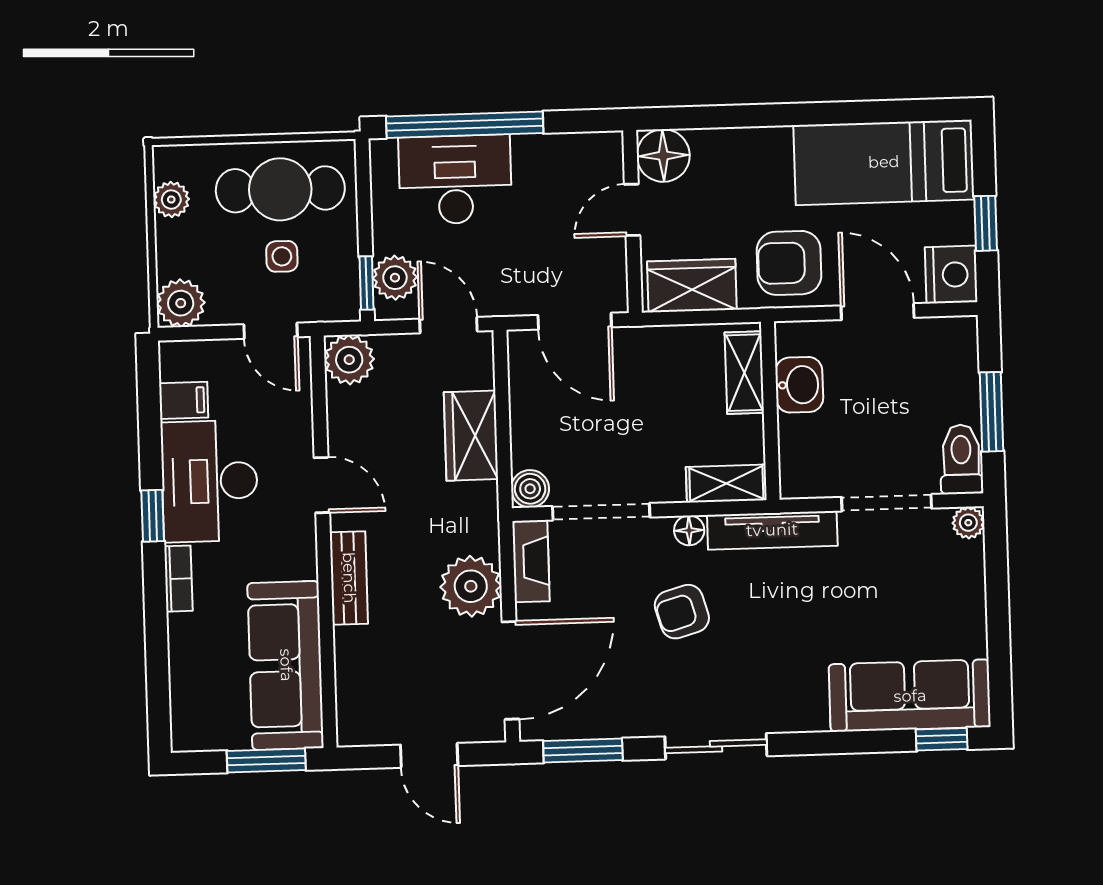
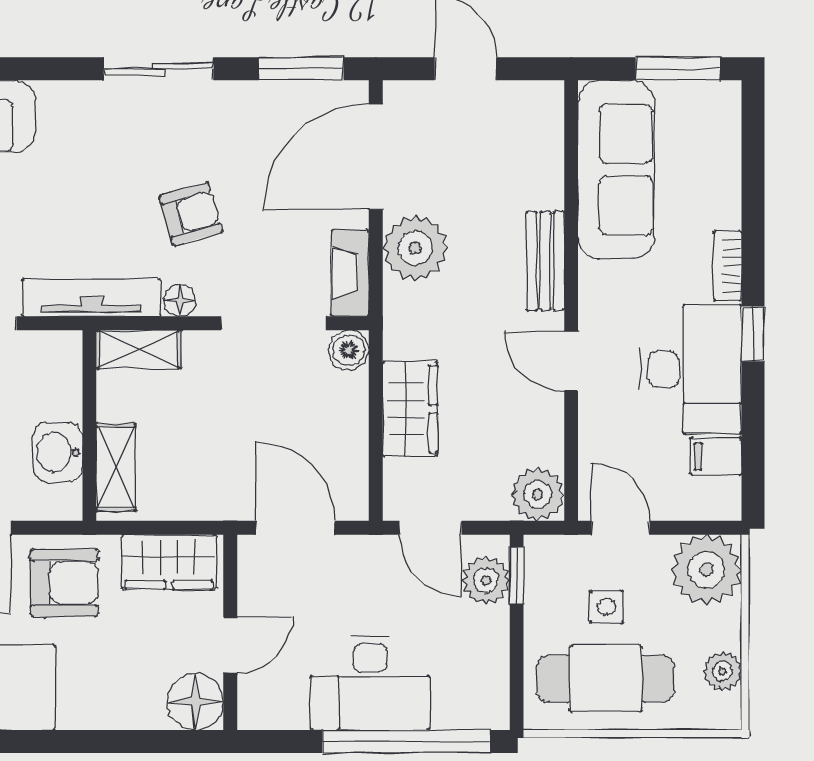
desk: (455, 180) -> (370, 683), moved
plant: (181, 303) -> (706, 570), width x1.36, depth x1.36
window: (266, 760) -> (678, 69), moved

